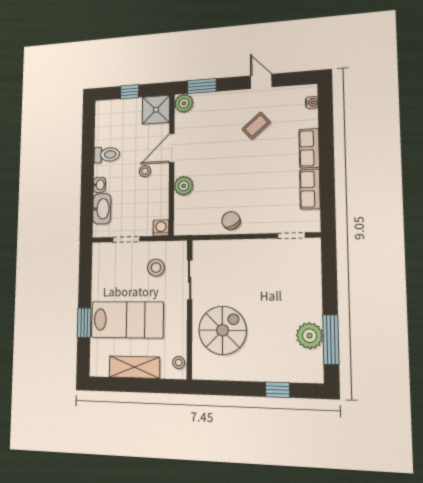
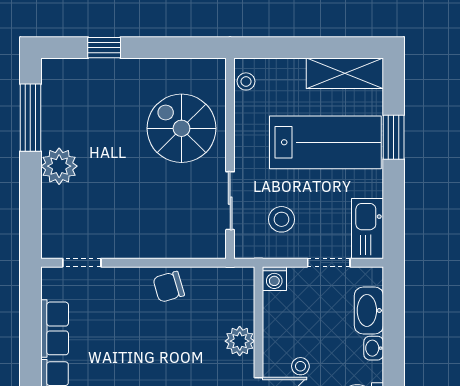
chair: (231, 220) -> (169, 287), turned 100
kitchen sink: (102, 262) -> (367, 229), added
lab bench: (127, 320) -> (325, 142), turned 180
spiral stairs: (223, 330) -> (181, 128), turned 90
plant: (310, 336) -> (59, 166), moved
shelving: (134, 367) -> (345, 73), moved

